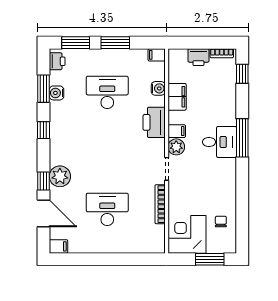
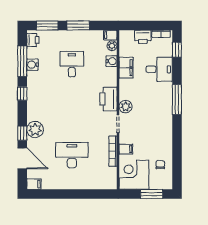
plant: (159, 69) -> (112, 46), added
window: (43, 89) -> (22, 61), width x1.44
desk: (107, 92) -> (72, 64), width x0.73
printer: (154, 122) -> (108, 99), moved
filing cabinet: (177, 131) -> (126, 149), moved
desk: (219, 142) -> (159, 69), moved

